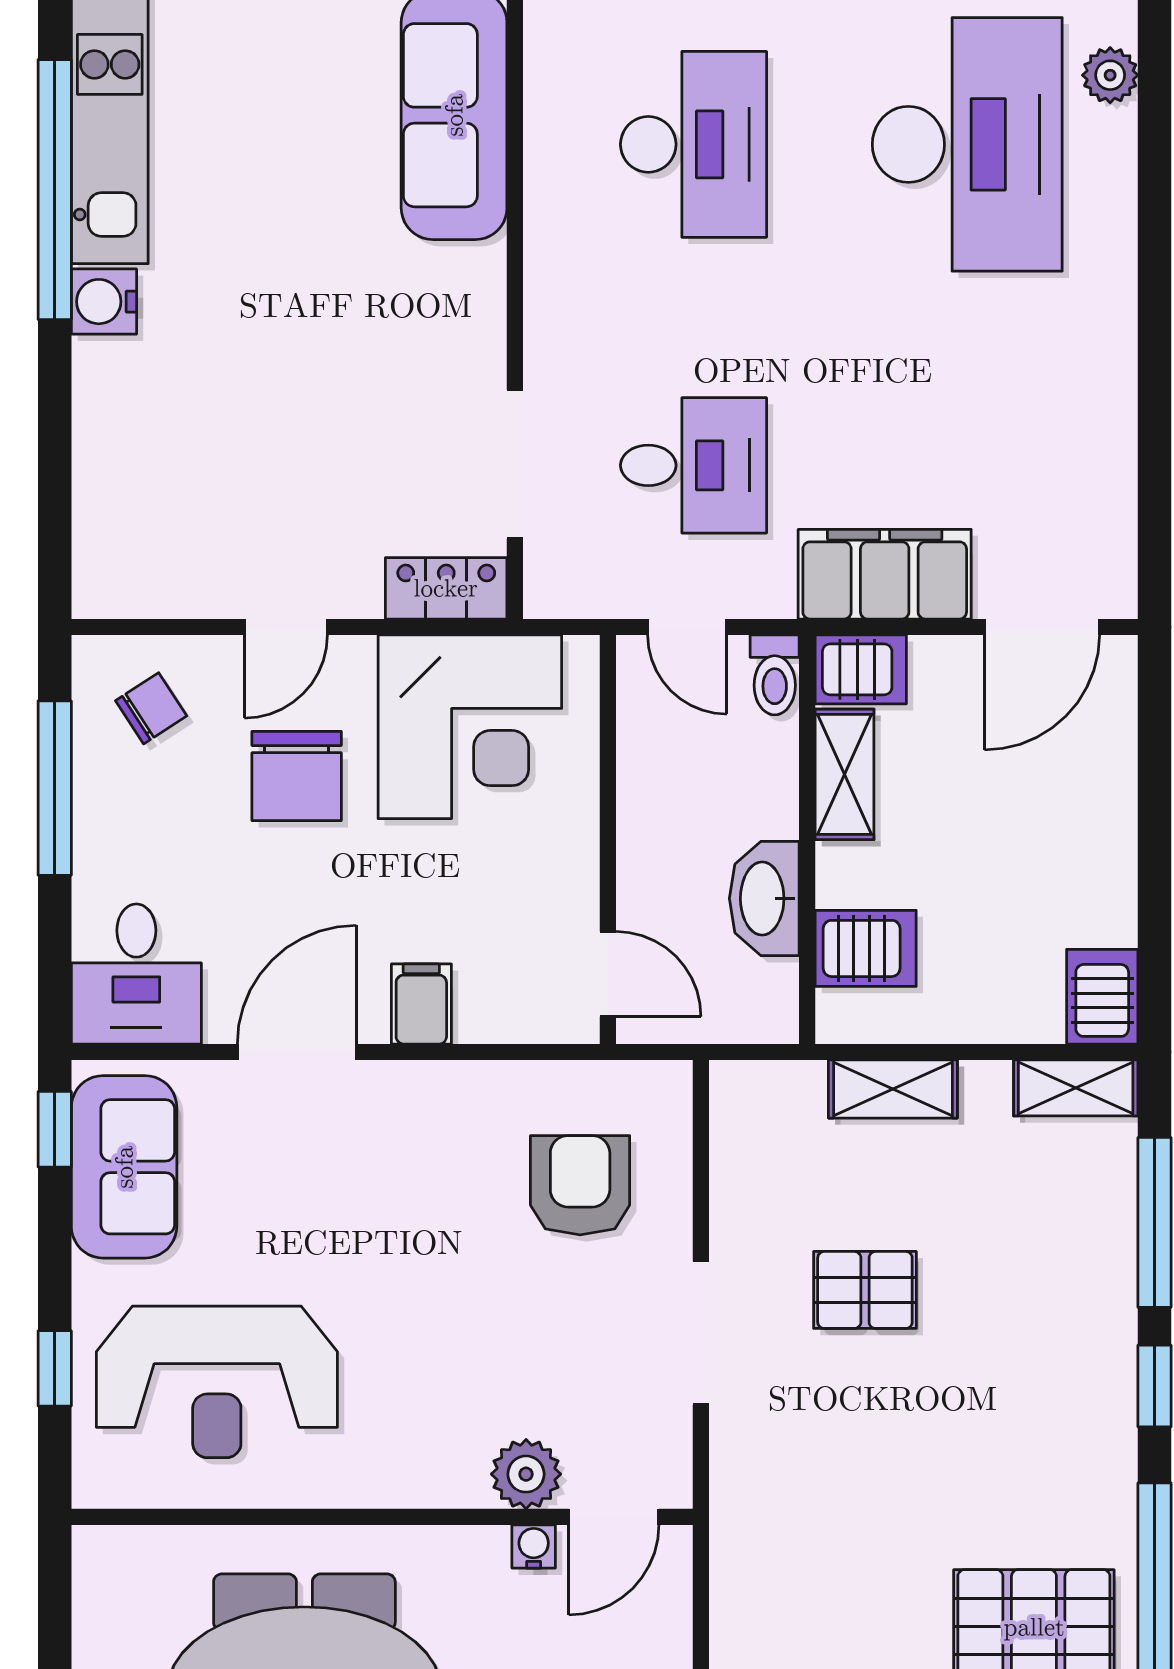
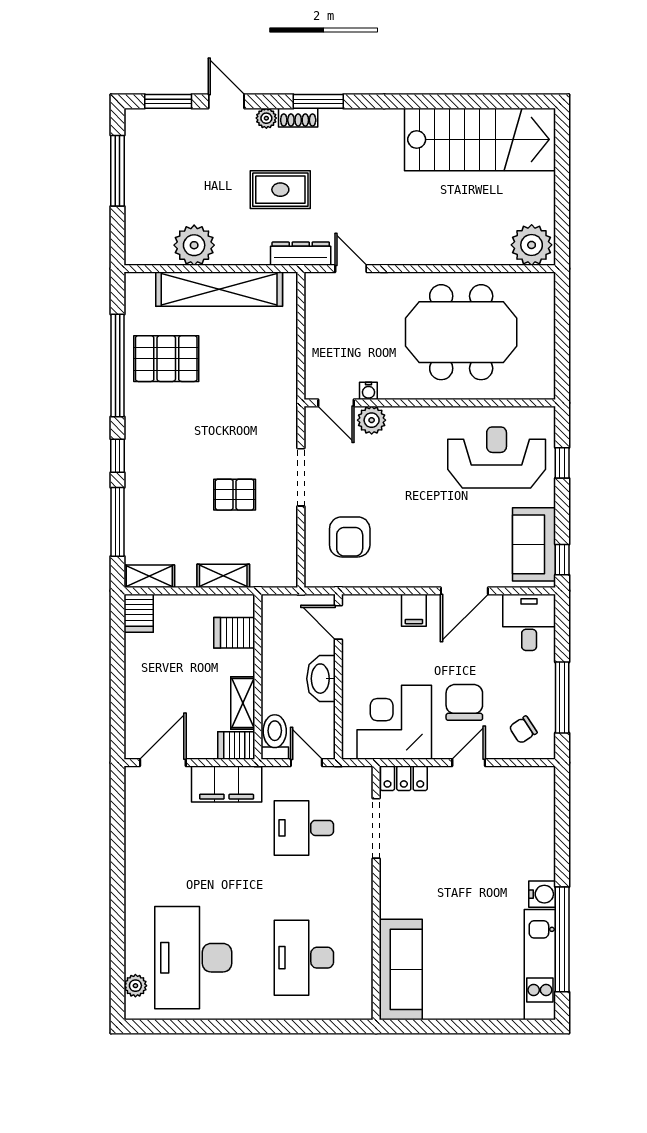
toilet: (775, 675) -> (275, 737), width x1.37, depth x1.39
washbasin: (764, 898) -> (321, 679), moved, turned 180
door: (614, 1517) -> (336, 403), swing flipped

